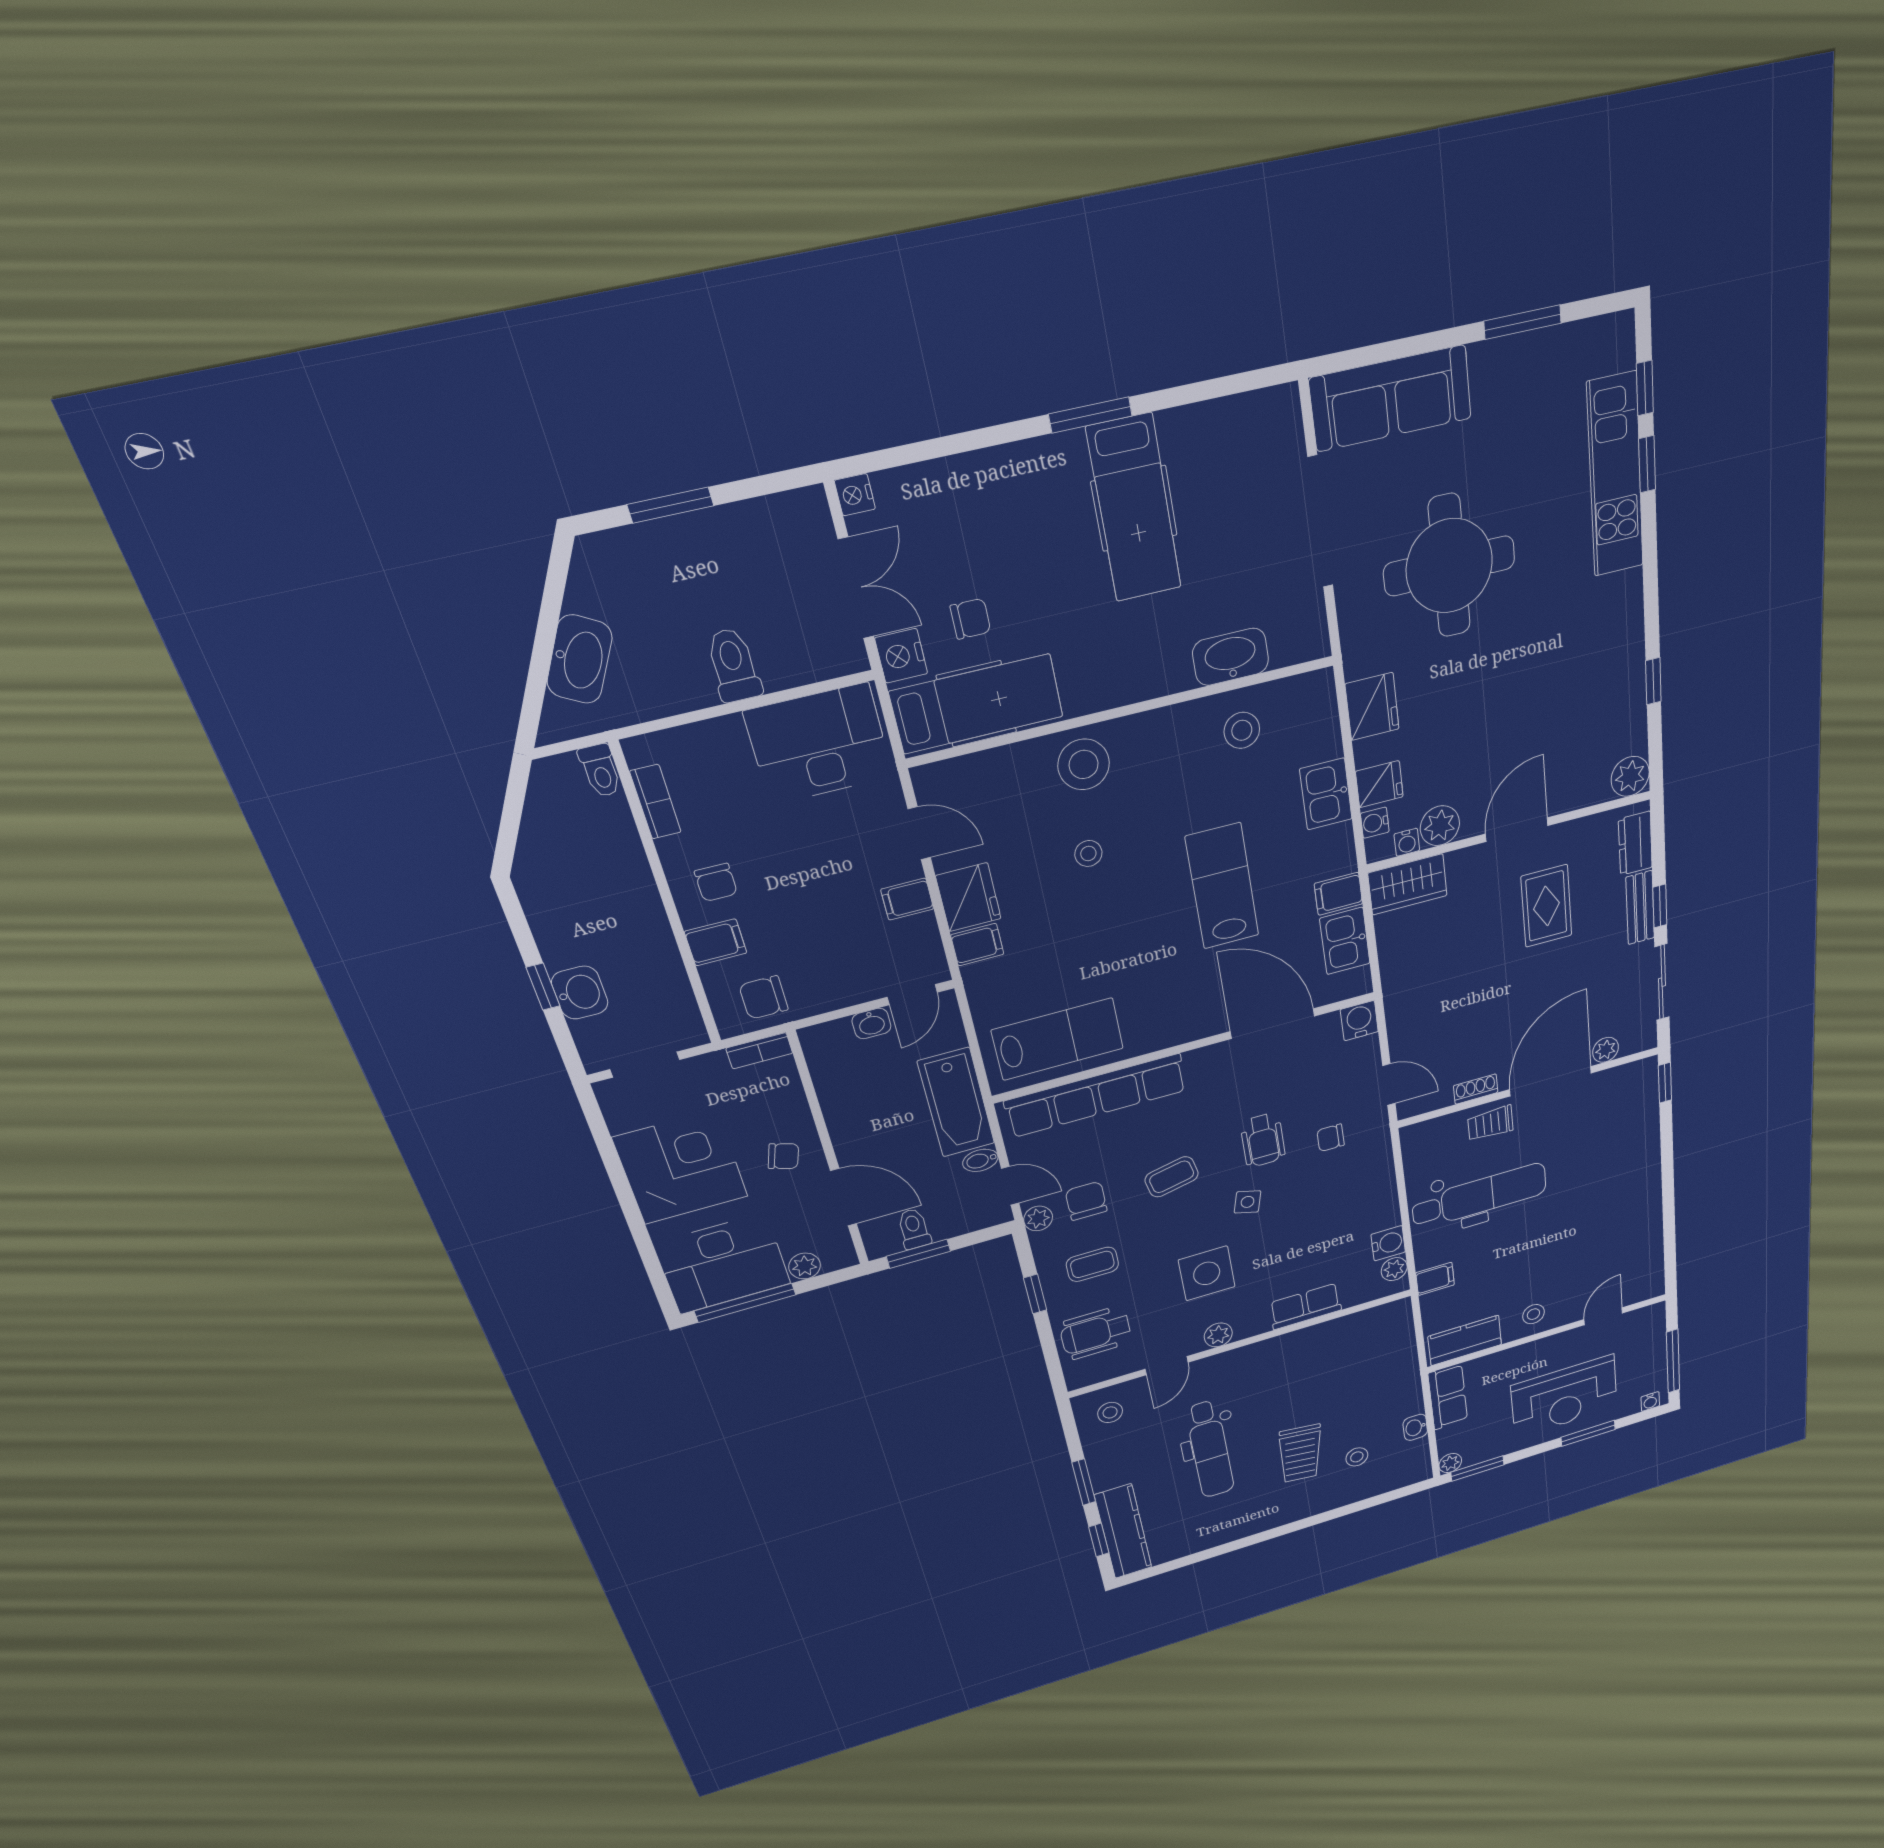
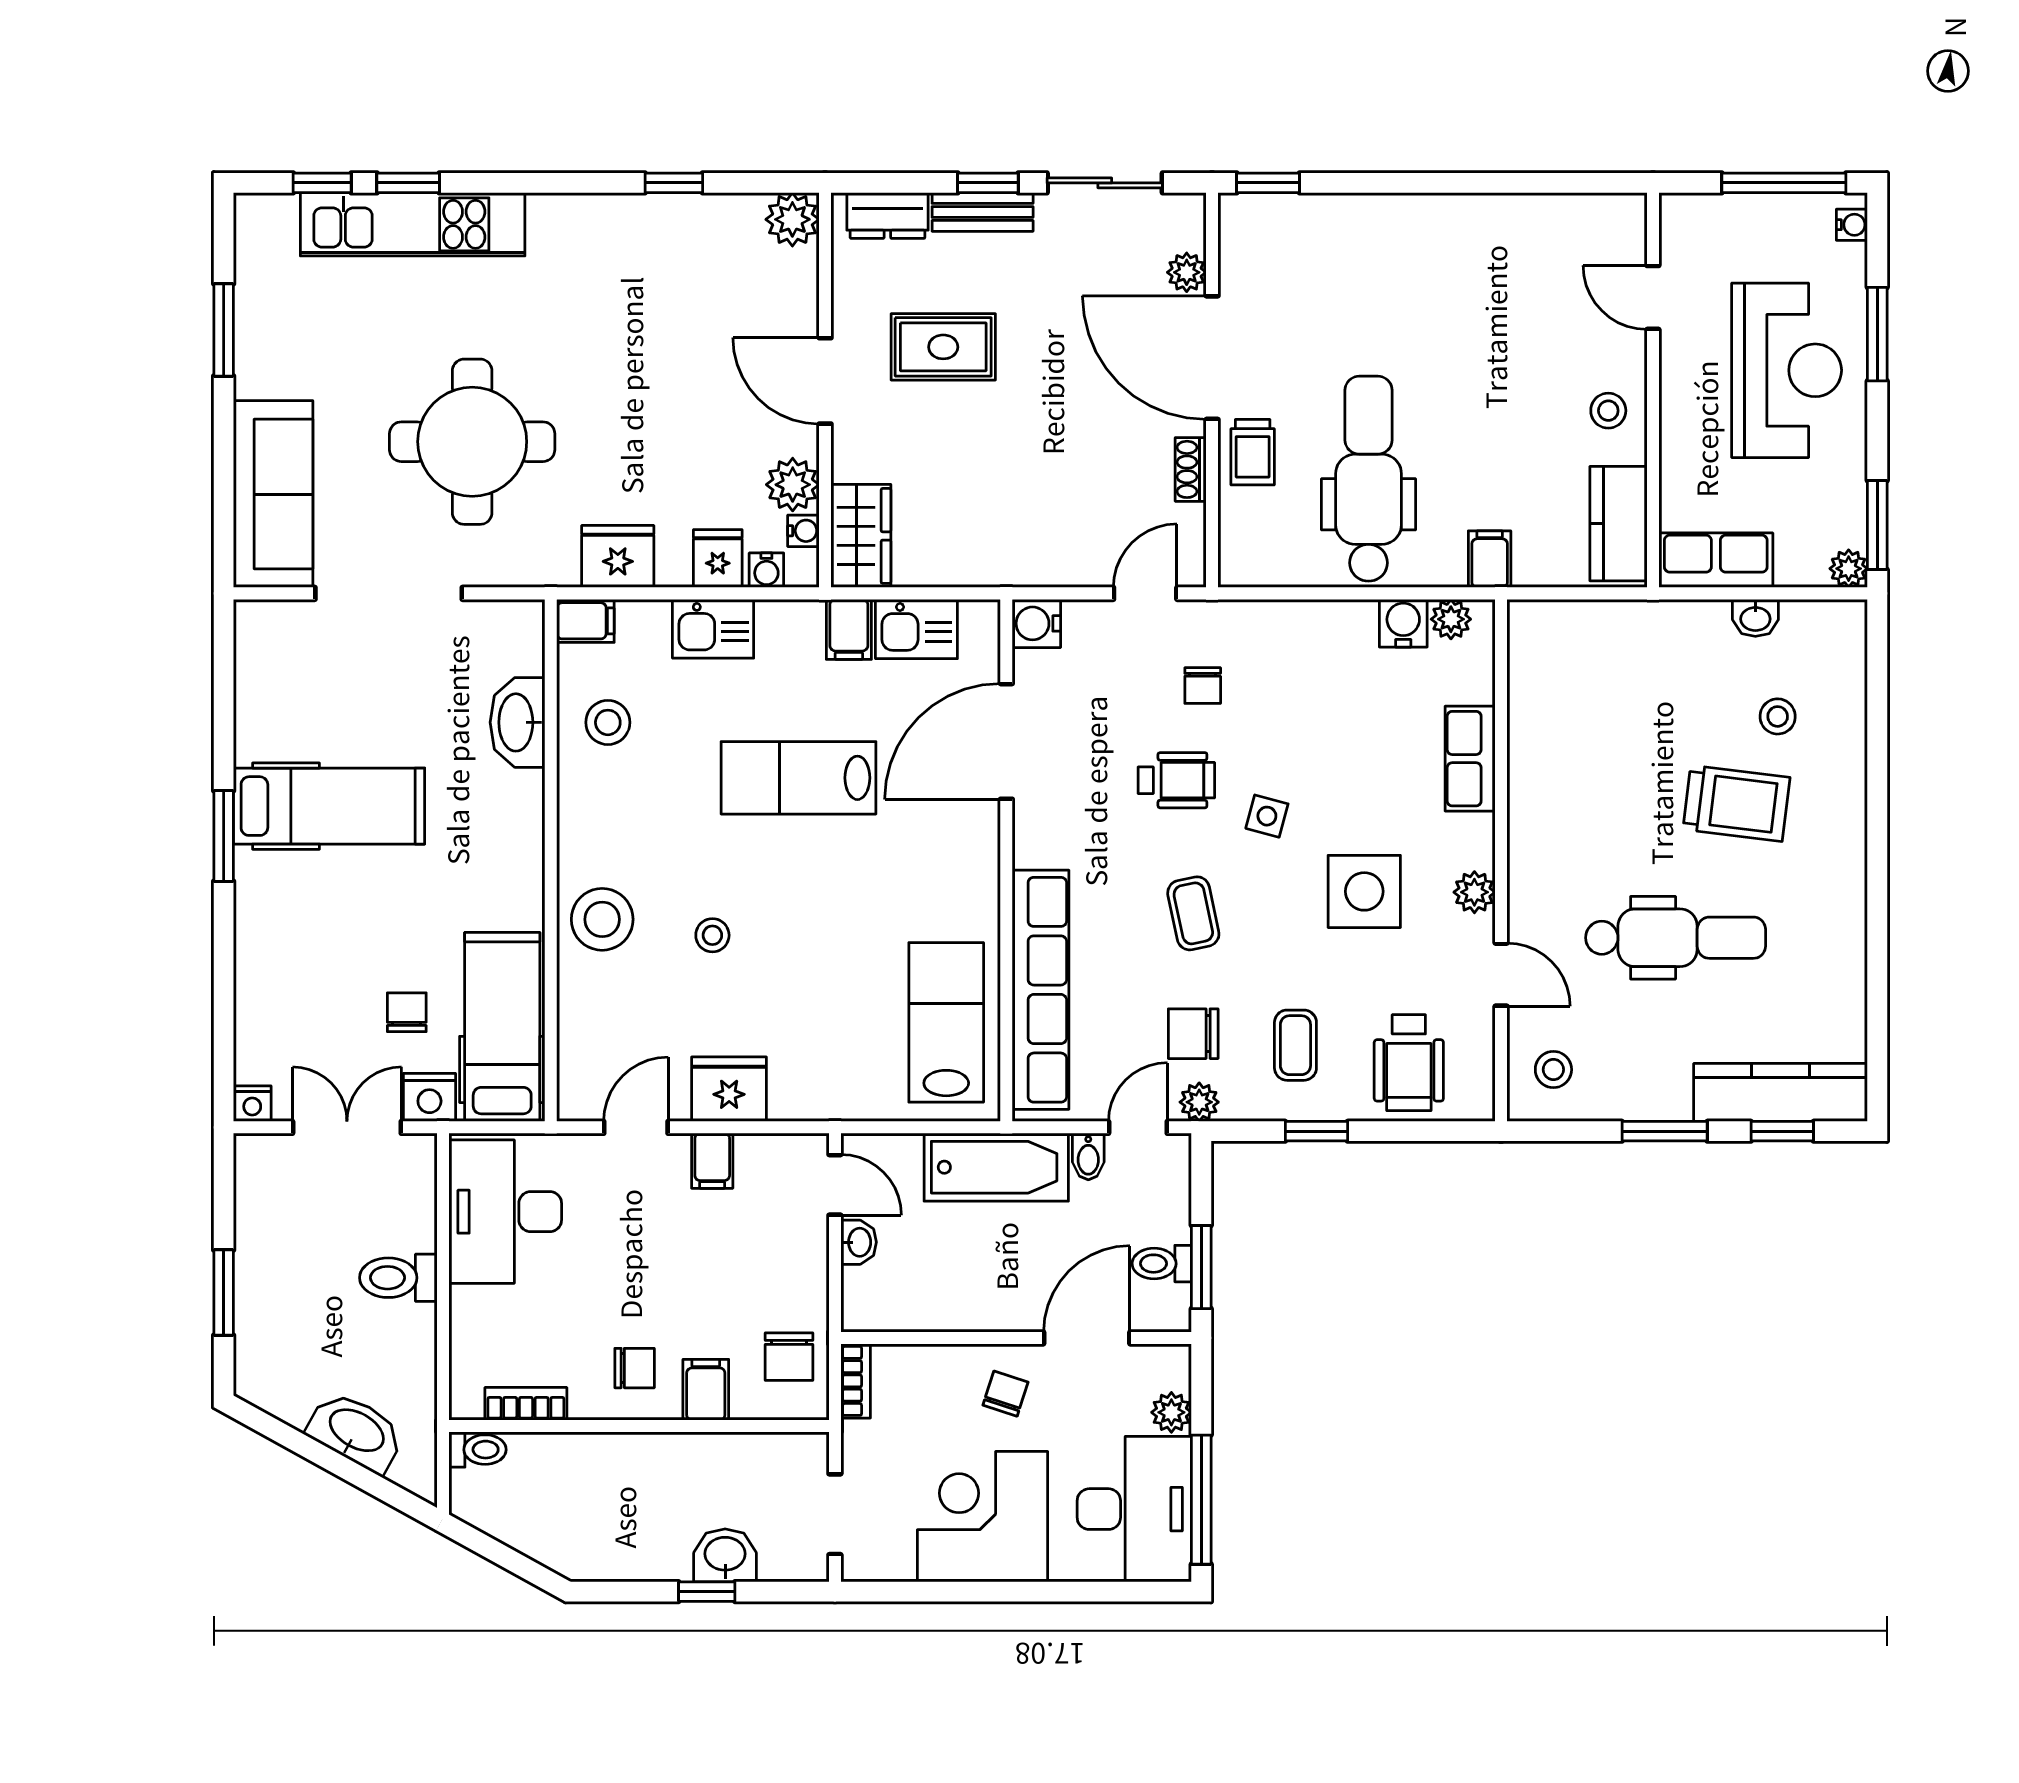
filing cabinet: (977, 945) -> (585, 621), moved, turned 90

